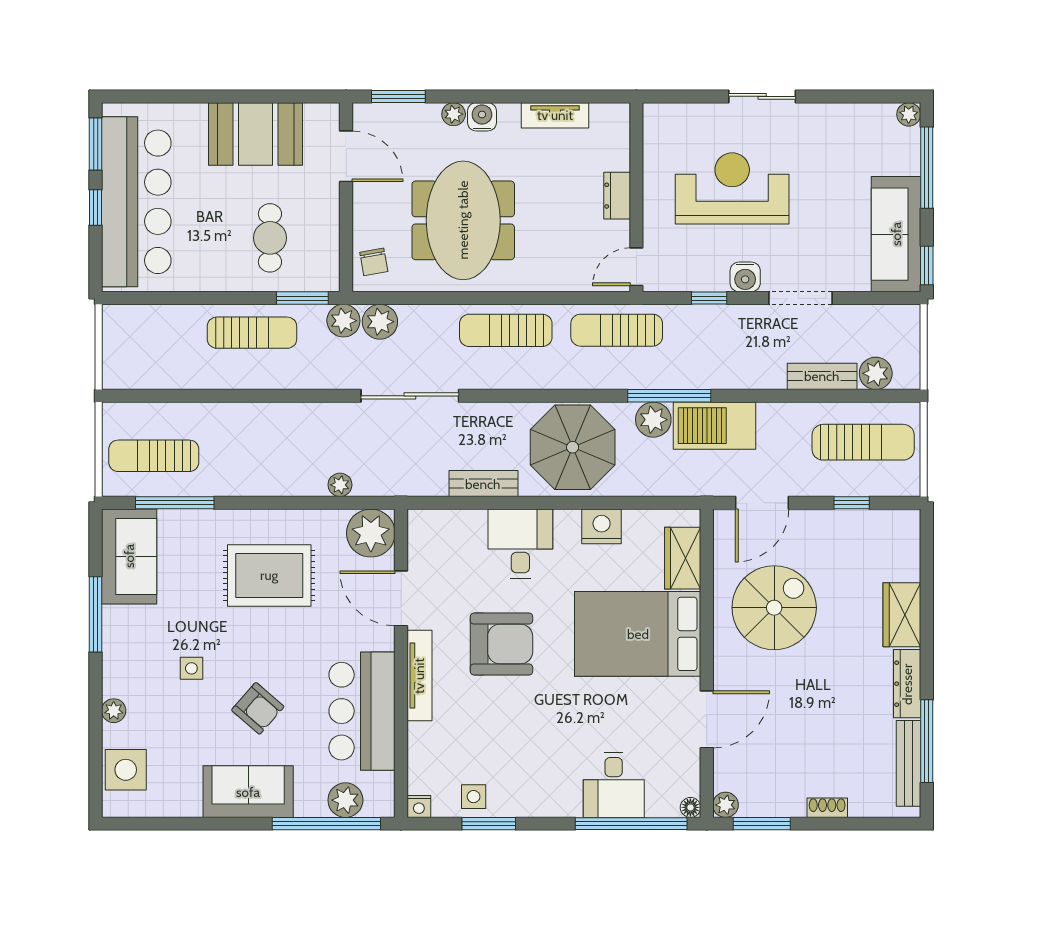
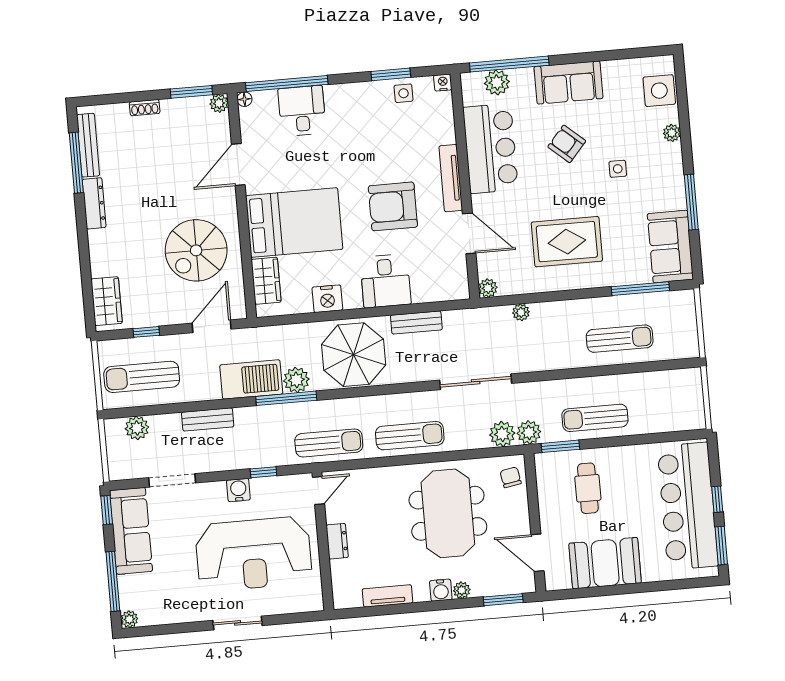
reception desk: (732, 188) -> (254, 554), width x1.36, depth x1.30
doorway: (801, 298) -> (172, 480), moved
bench: (822, 376) -> (208, 419), moved
sun lounger: (154, 456) -> (620, 339), moved
plant: (371, 533) -> (488, 288), width x0.53, depth x0.53
wardrobe: (902, 615) -> (107, 301), moved

